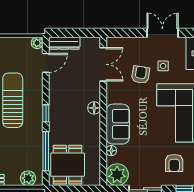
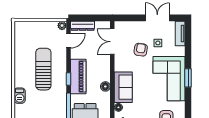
double door: (103, 64) -> (112, 42), swing flipped
floor lamp: (94, 108) -> (105, 86), moved
piano: (59, 110) -> (78, 76), added

